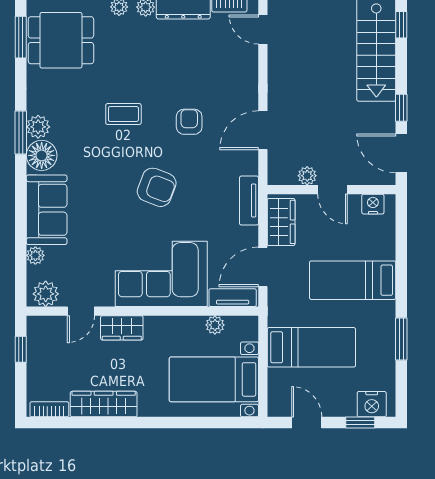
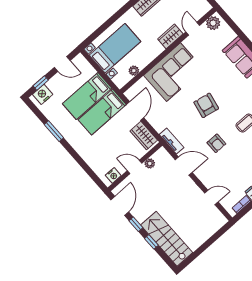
window: (401, 25) -> (151, 242), moved
door: (263, 30) -> (211, 197), moved
door: (263, 130) -> (184, 166), hinge flipped
door: (401, 153) -> (120, 206), hinge flipped
armchair: (157, 187) -> (206, 105), turned 80
tv unit: (249, 201) -> (172, 141), moved
plant: (35, 255) -> (231, 35), removed
bed: (353, 280) -> (102, 112), moved, turned 180
tv unit: (233, 298) -> (136, 88), removed

